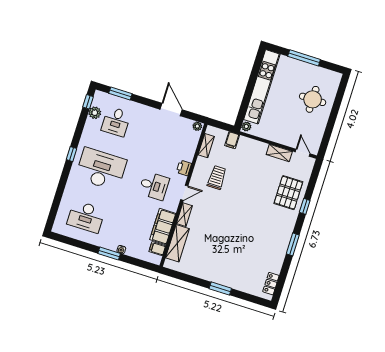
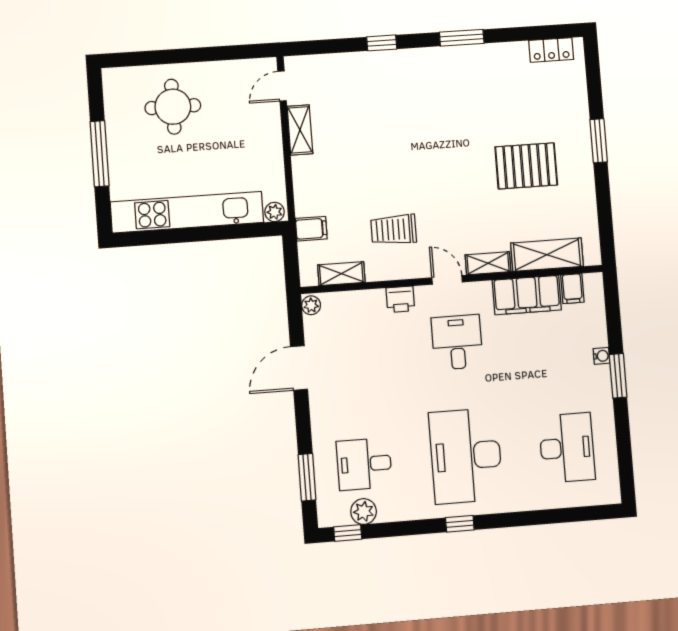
desk: (116, 122) -> (364, 464), turned 180
pallet: (288, 193) -> (526, 166), moved

